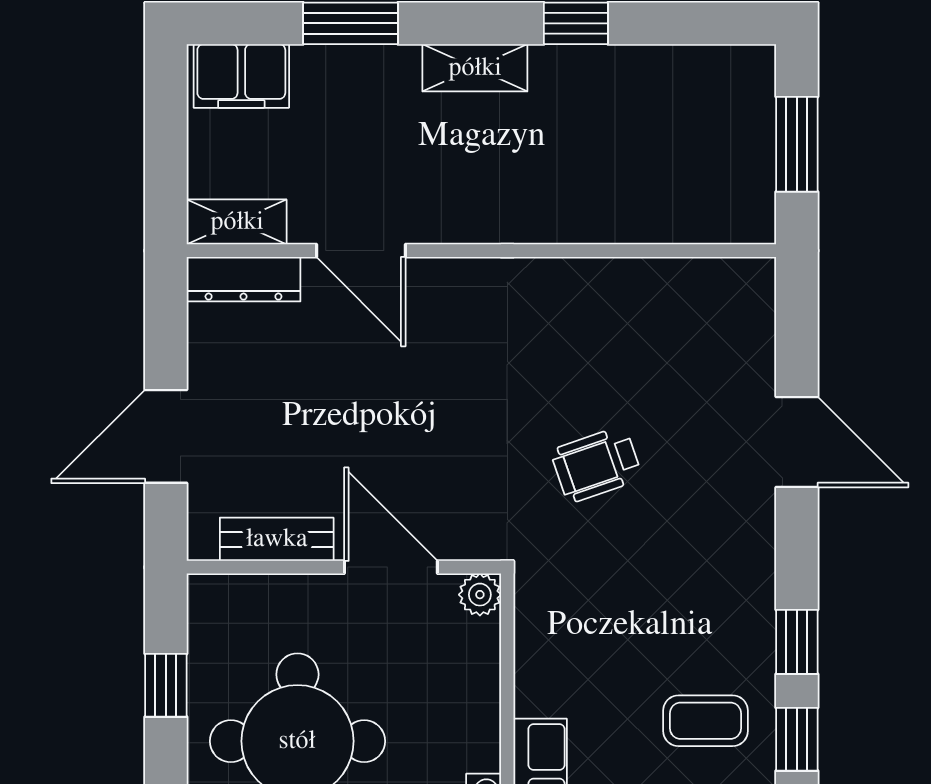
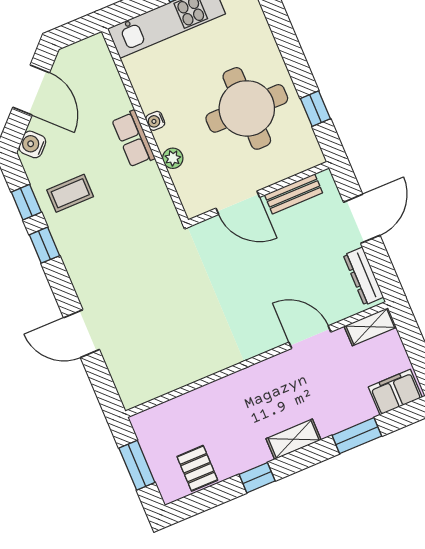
pallet: (683, 90) -> (197, 468), added
dresser: (243, 279) -> (363, 276), moved, turned -90
wheelchair: (596, 464) -> (166, 286), removed
plant: (480, 595) -> (173, 158), moved

